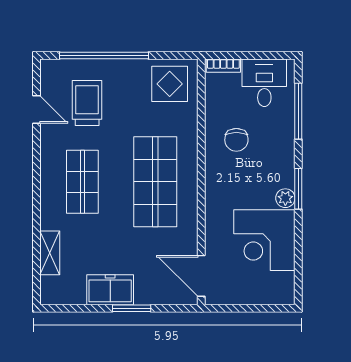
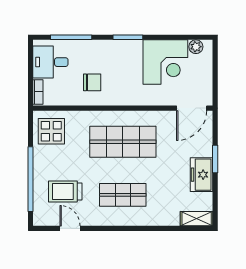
door: (36, 110) -> (70, 228), hinge flipped
plant: (285, 198) -> (196, 47), moved
shelving: (50, 253) -> (197, 219), moved

